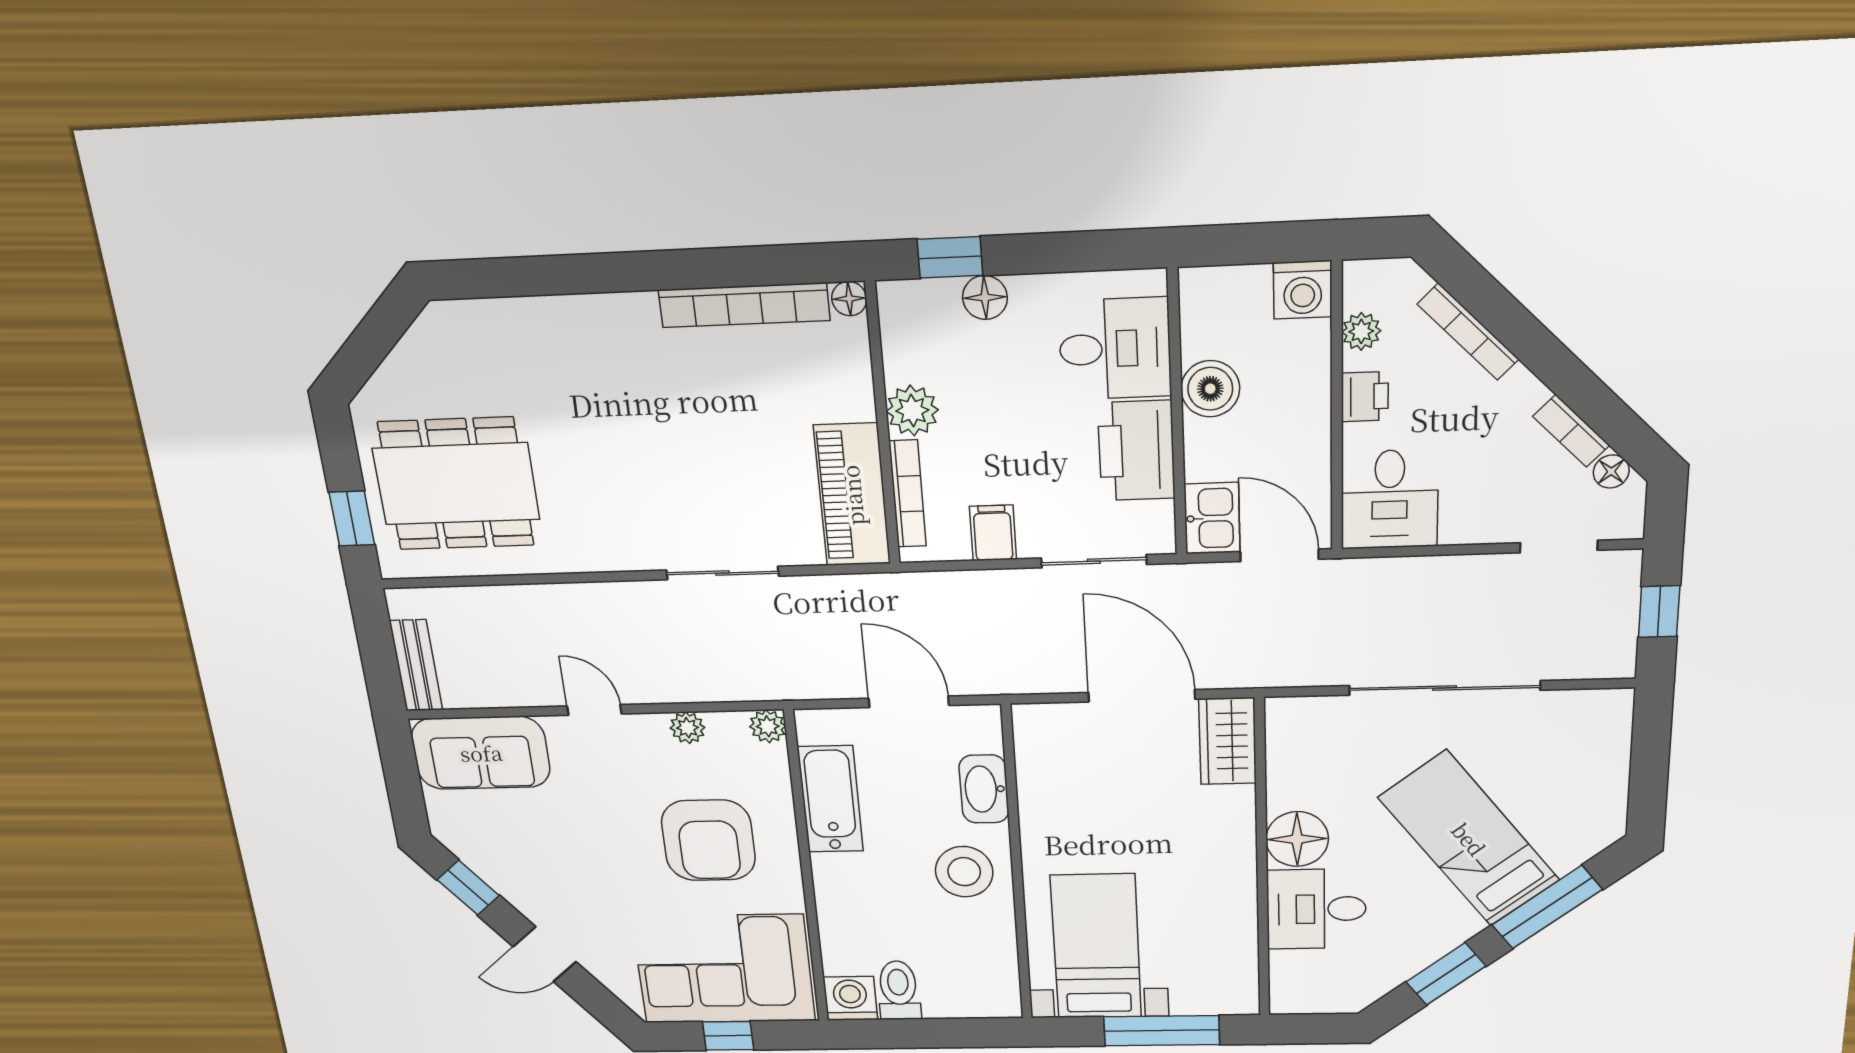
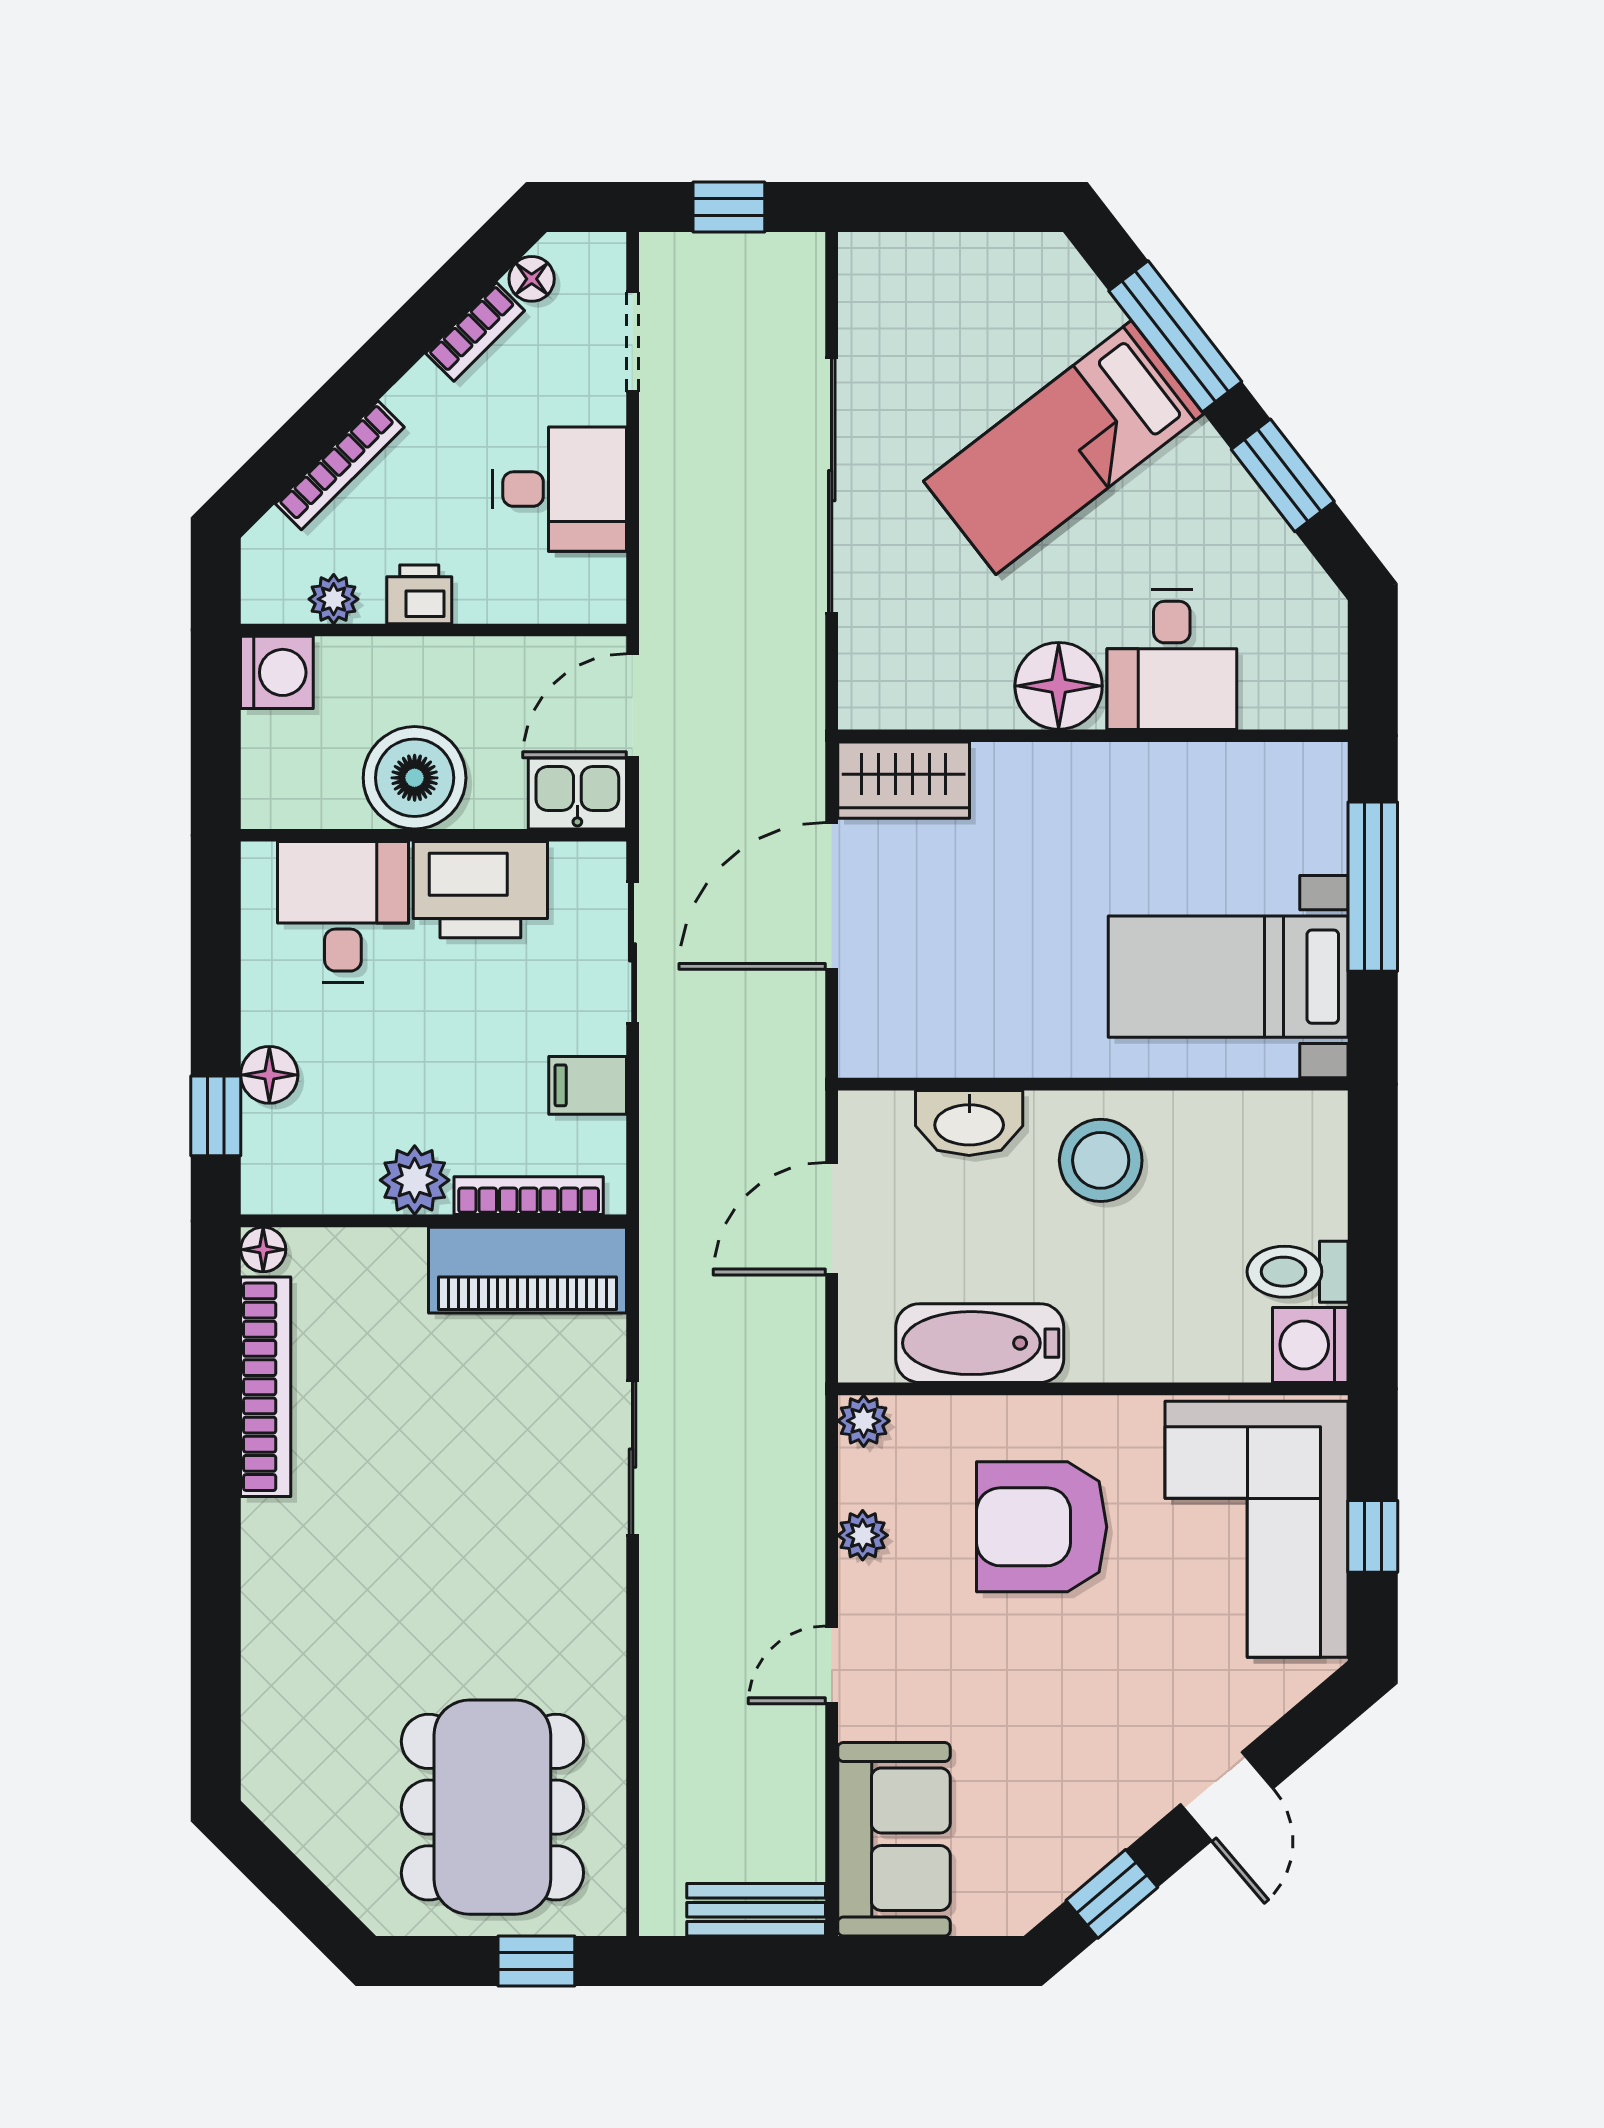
boiler: (1210, 389) -> (415, 778), width x1.37, depth x1.37
desk: (1390, 499) -> (559, 489), moved
armchair: (708, 840) -> (1042, 1527), turned 180

